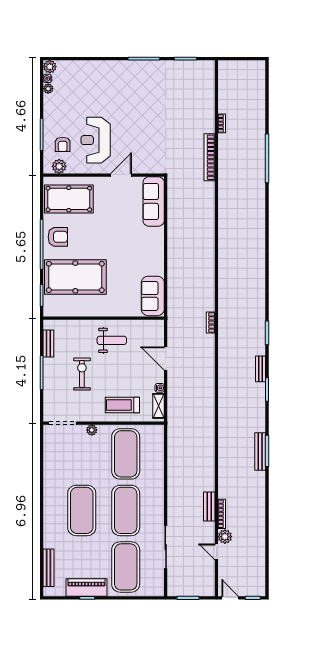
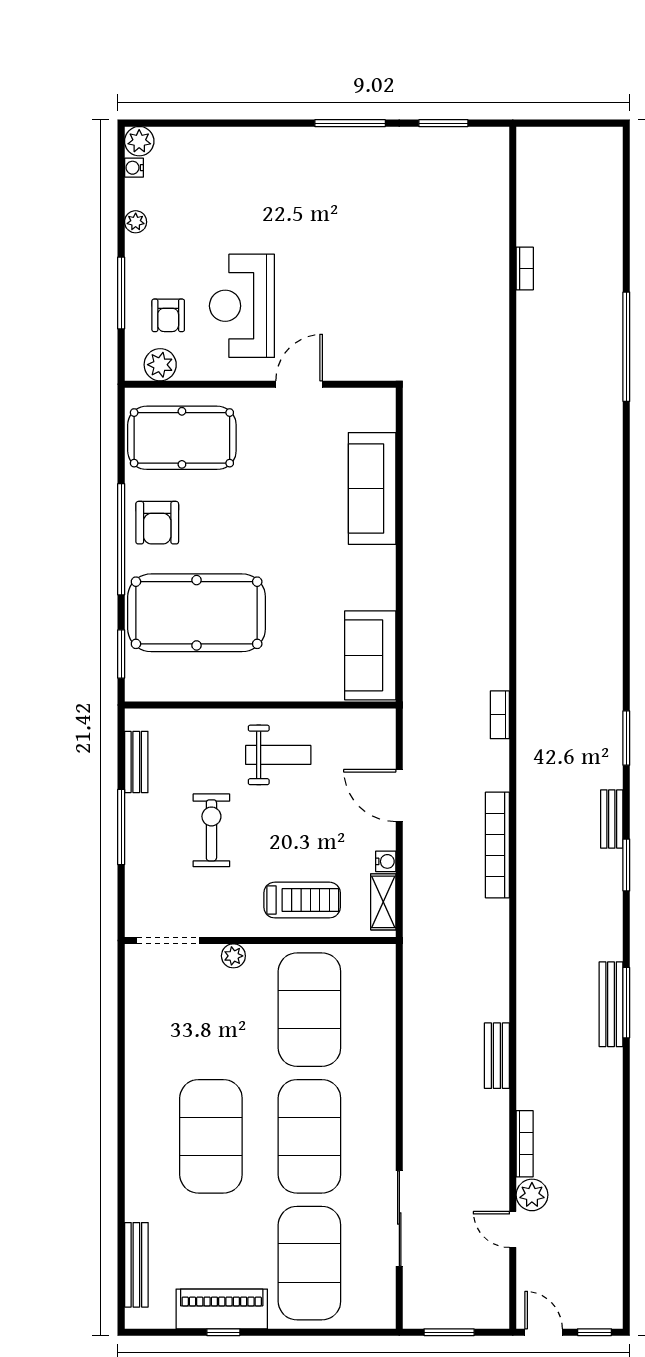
plant: (48, 89) -> (136, 222), moved
bookcase: (209, 157) -> (497, 845), moved
sofa: (154, 201) -> (372, 488), moved
armchair: (58, 237) -> (157, 523), turned 90
treadmill: (122, 405) -> (302, 900), turned 180
bench: (209, 507) -> (497, 1056), moved

